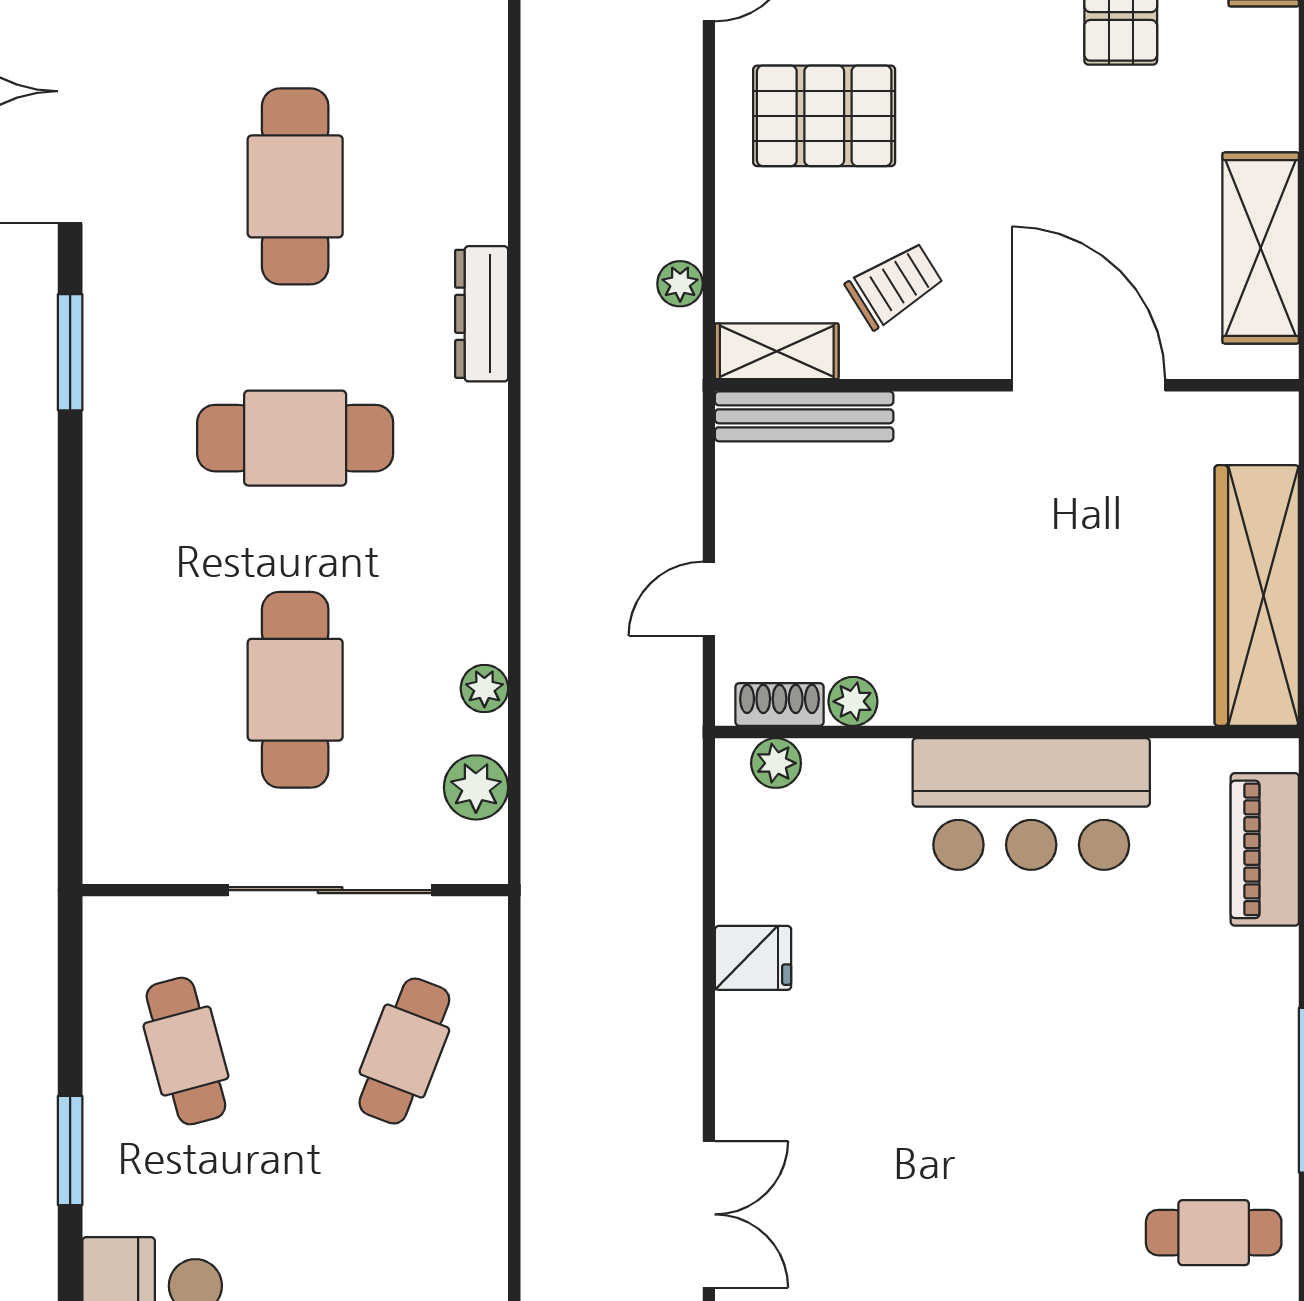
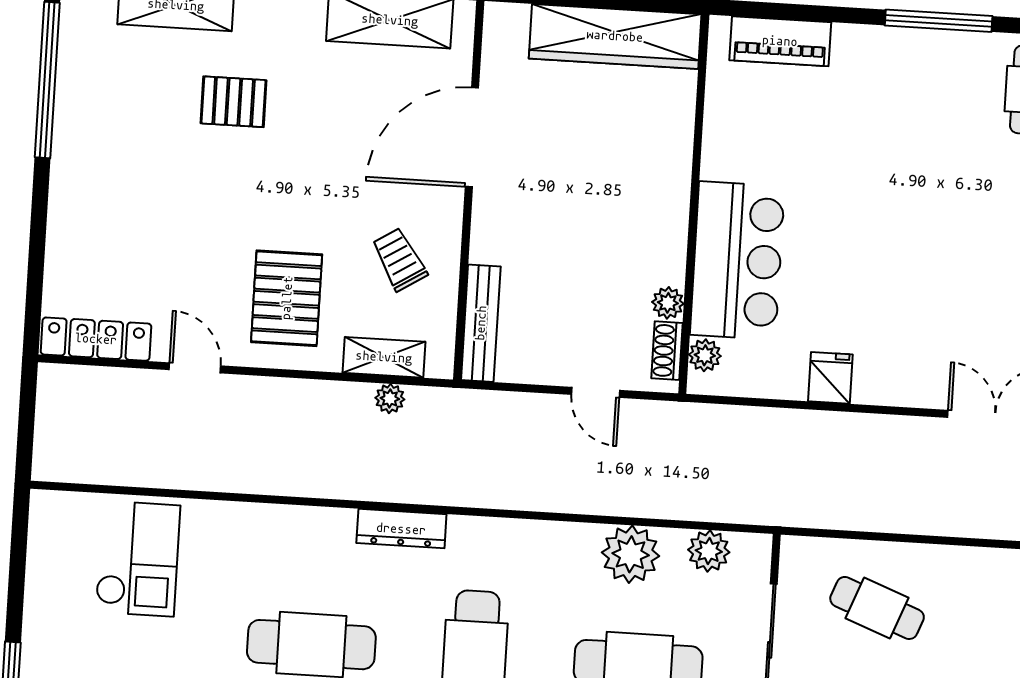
shelving: (777, 351) -> (384, 357), moved, turned 90
plant: (484, 688) -> (631, 554), width x1.87, depth x1.87
bar counter: (1031, 804) -> (737, 260), moved

